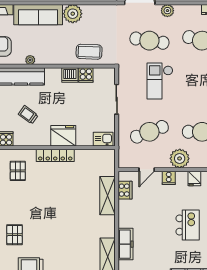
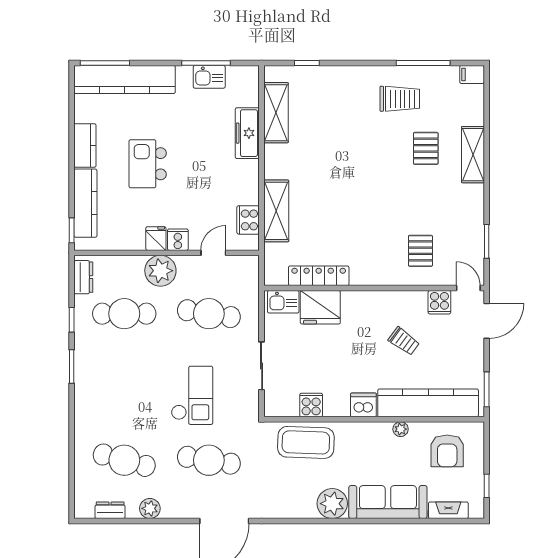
plant: (167, 11) -> (150, 508), moved
coffee table: (89, 52) -> (306, 442), width x1.36, depth x1.32
dishwasher: (70, 75) -> (363, 405), moved
cafe table: (149, 132) -> (209, 314), turned 30
fridge: (63, 136) -> (320, 307), moved
locker: (55, 155) -> (319, 276), moved
fridge: (194, 179) -> (156, 239), moved

